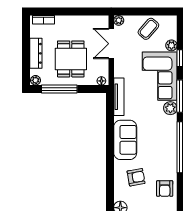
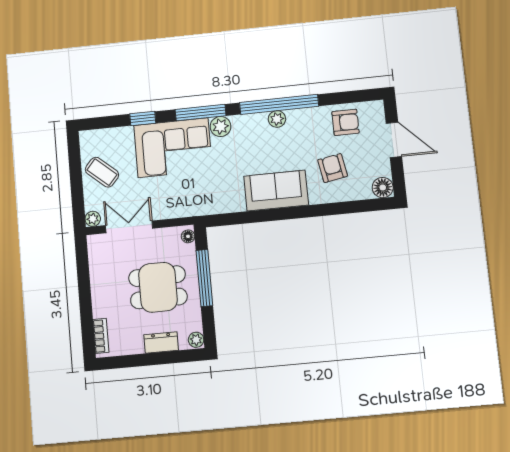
double door: (111, 44) -> (129, 227), swing flipped
plant: (171, 45) -> (277, 119), moved
dresser: (36, 53) -> (161, 342), width x0.70
window: (59, 89) -> (204, 278), moved
tv unit: (119, 97) -> (210, 207), removed

